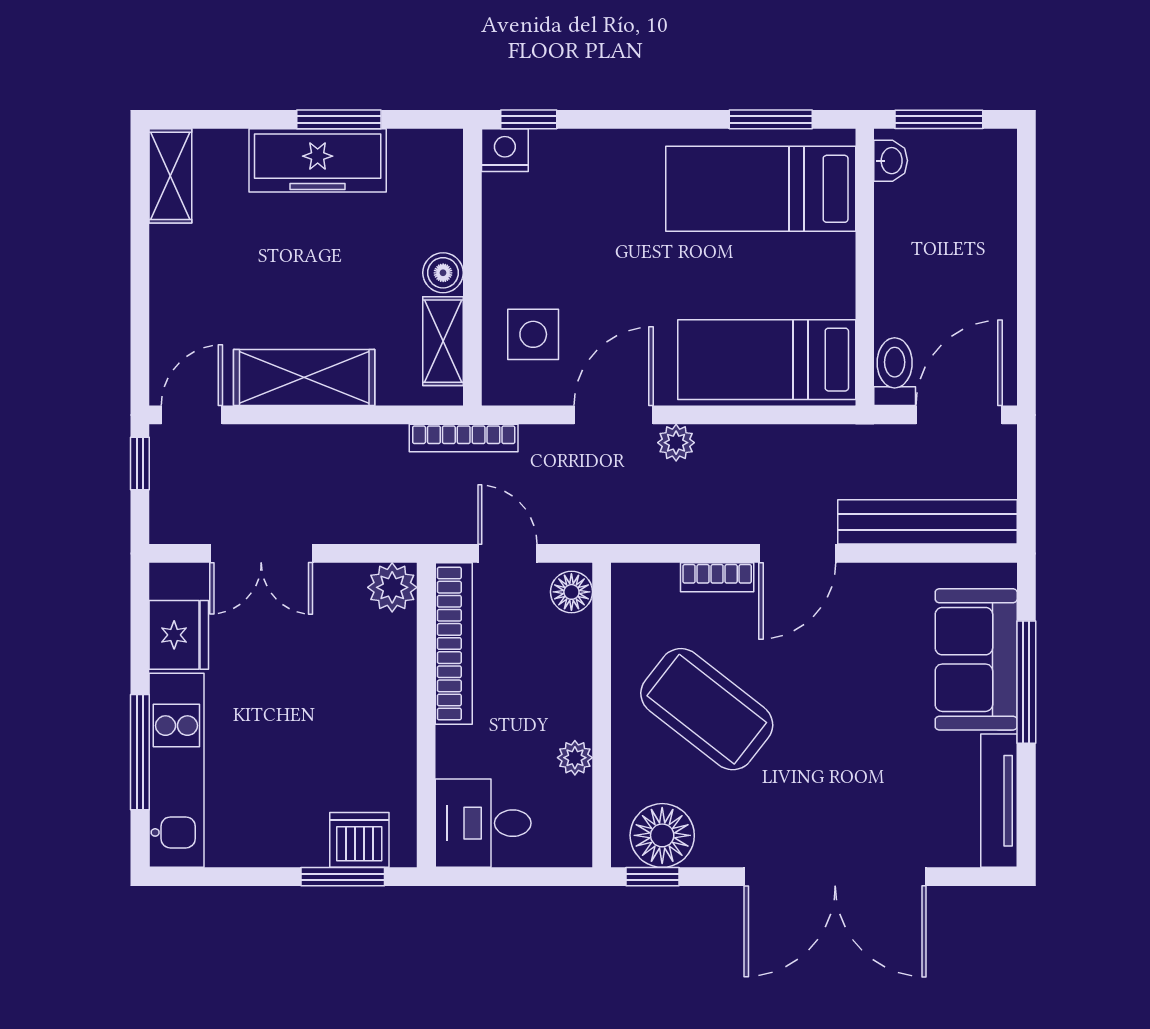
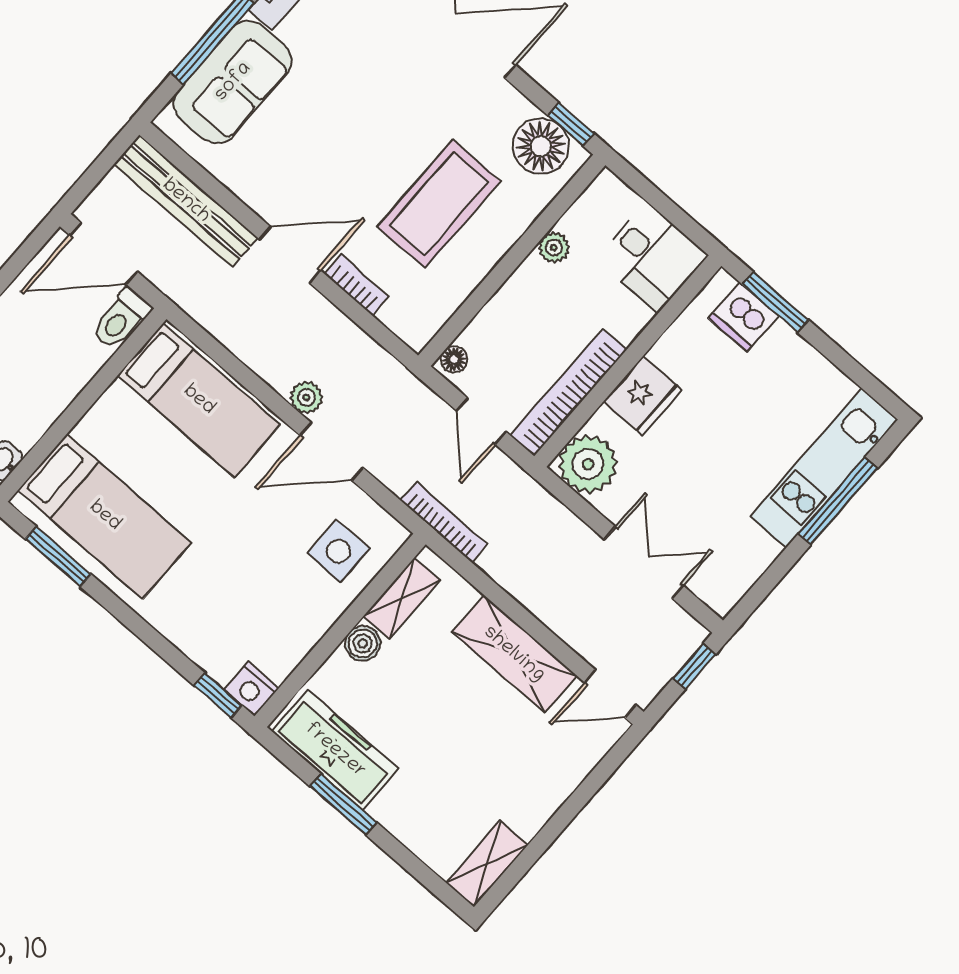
freezer: (318, 160) -> (335, 750), moved
window: (140, 463) -> (694, 666), moved
plant: (392, 587) -> (588, 464), width x1.36, depth x1.36
floor lamp: (571, 592) -> (454, 359), width x0.73, depth x0.73
fridge: (179, 635) -> (643, 396), moved, turned 180
coffee table: (707, 709) -> (439, 204), turned 52

